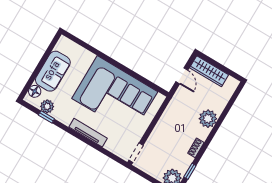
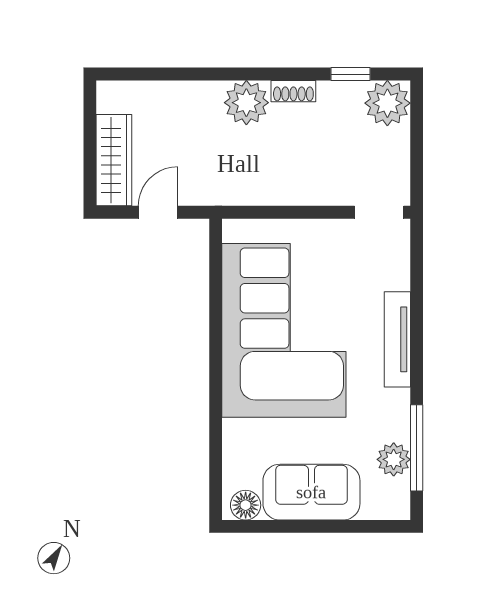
floor lamp: (35, 91) -> (246, 505), moved
window: (46, 117) -> (417, 448), width x2.17
plant: (208, 119) -> (246, 103), moved

